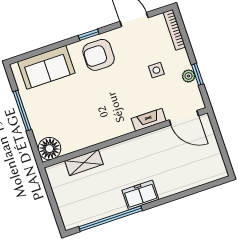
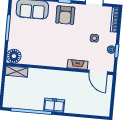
armchair: (99, 55) -> (65, 15), turned -90
shelving: (84, 163) -> (17, 71), moved

